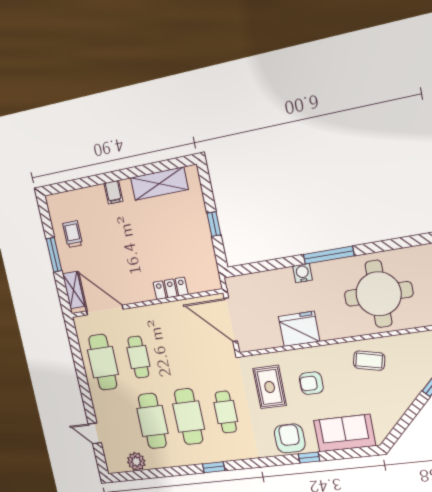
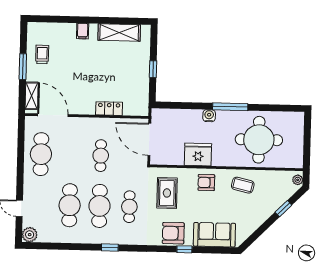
cafe table: (138, 357) -> (101, 156), moved
armchair: (311, 383) -> (206, 183), moved
armchair: (290, 438) -> (173, 233), turned -90
plant: (136, 462) -> (30, 235), moved

